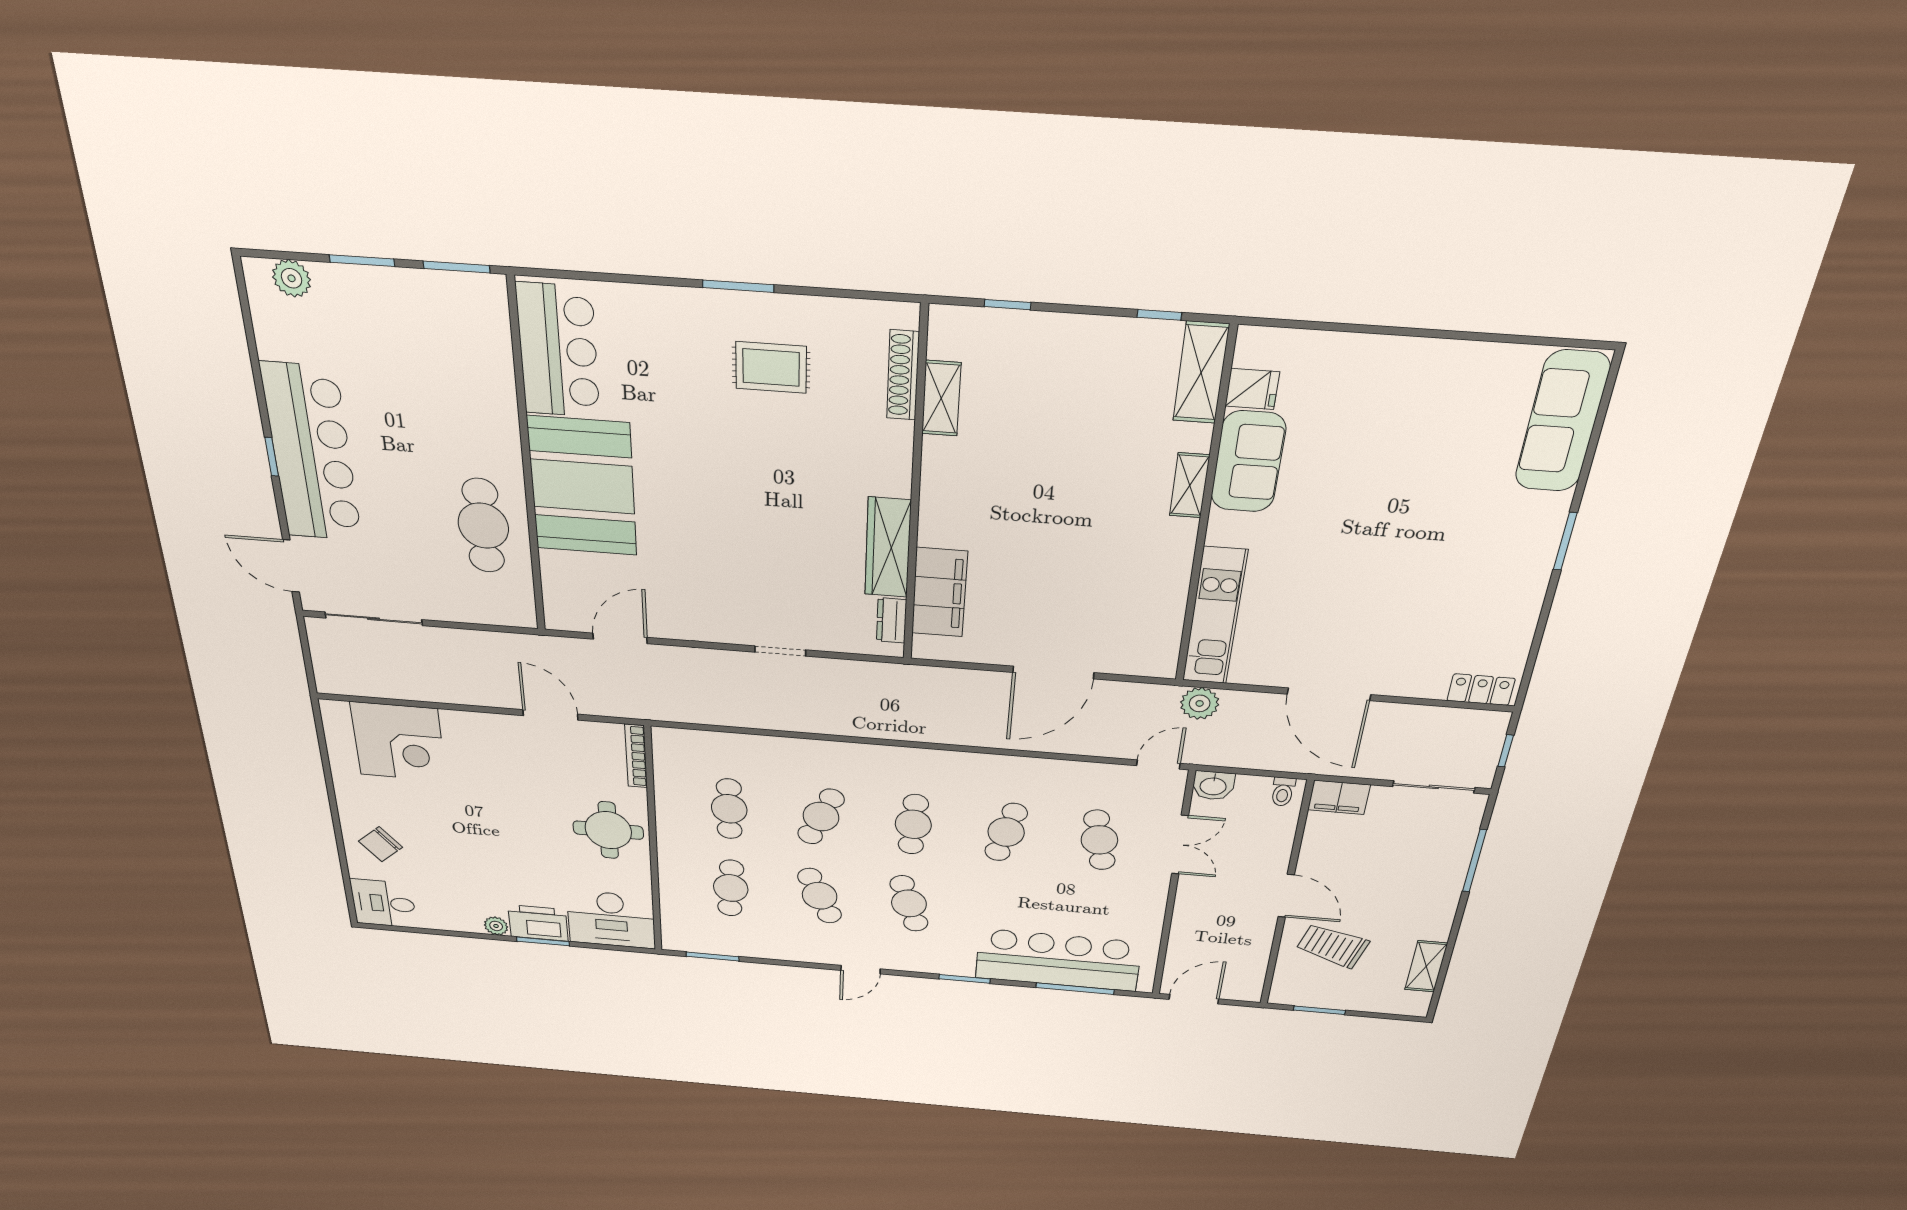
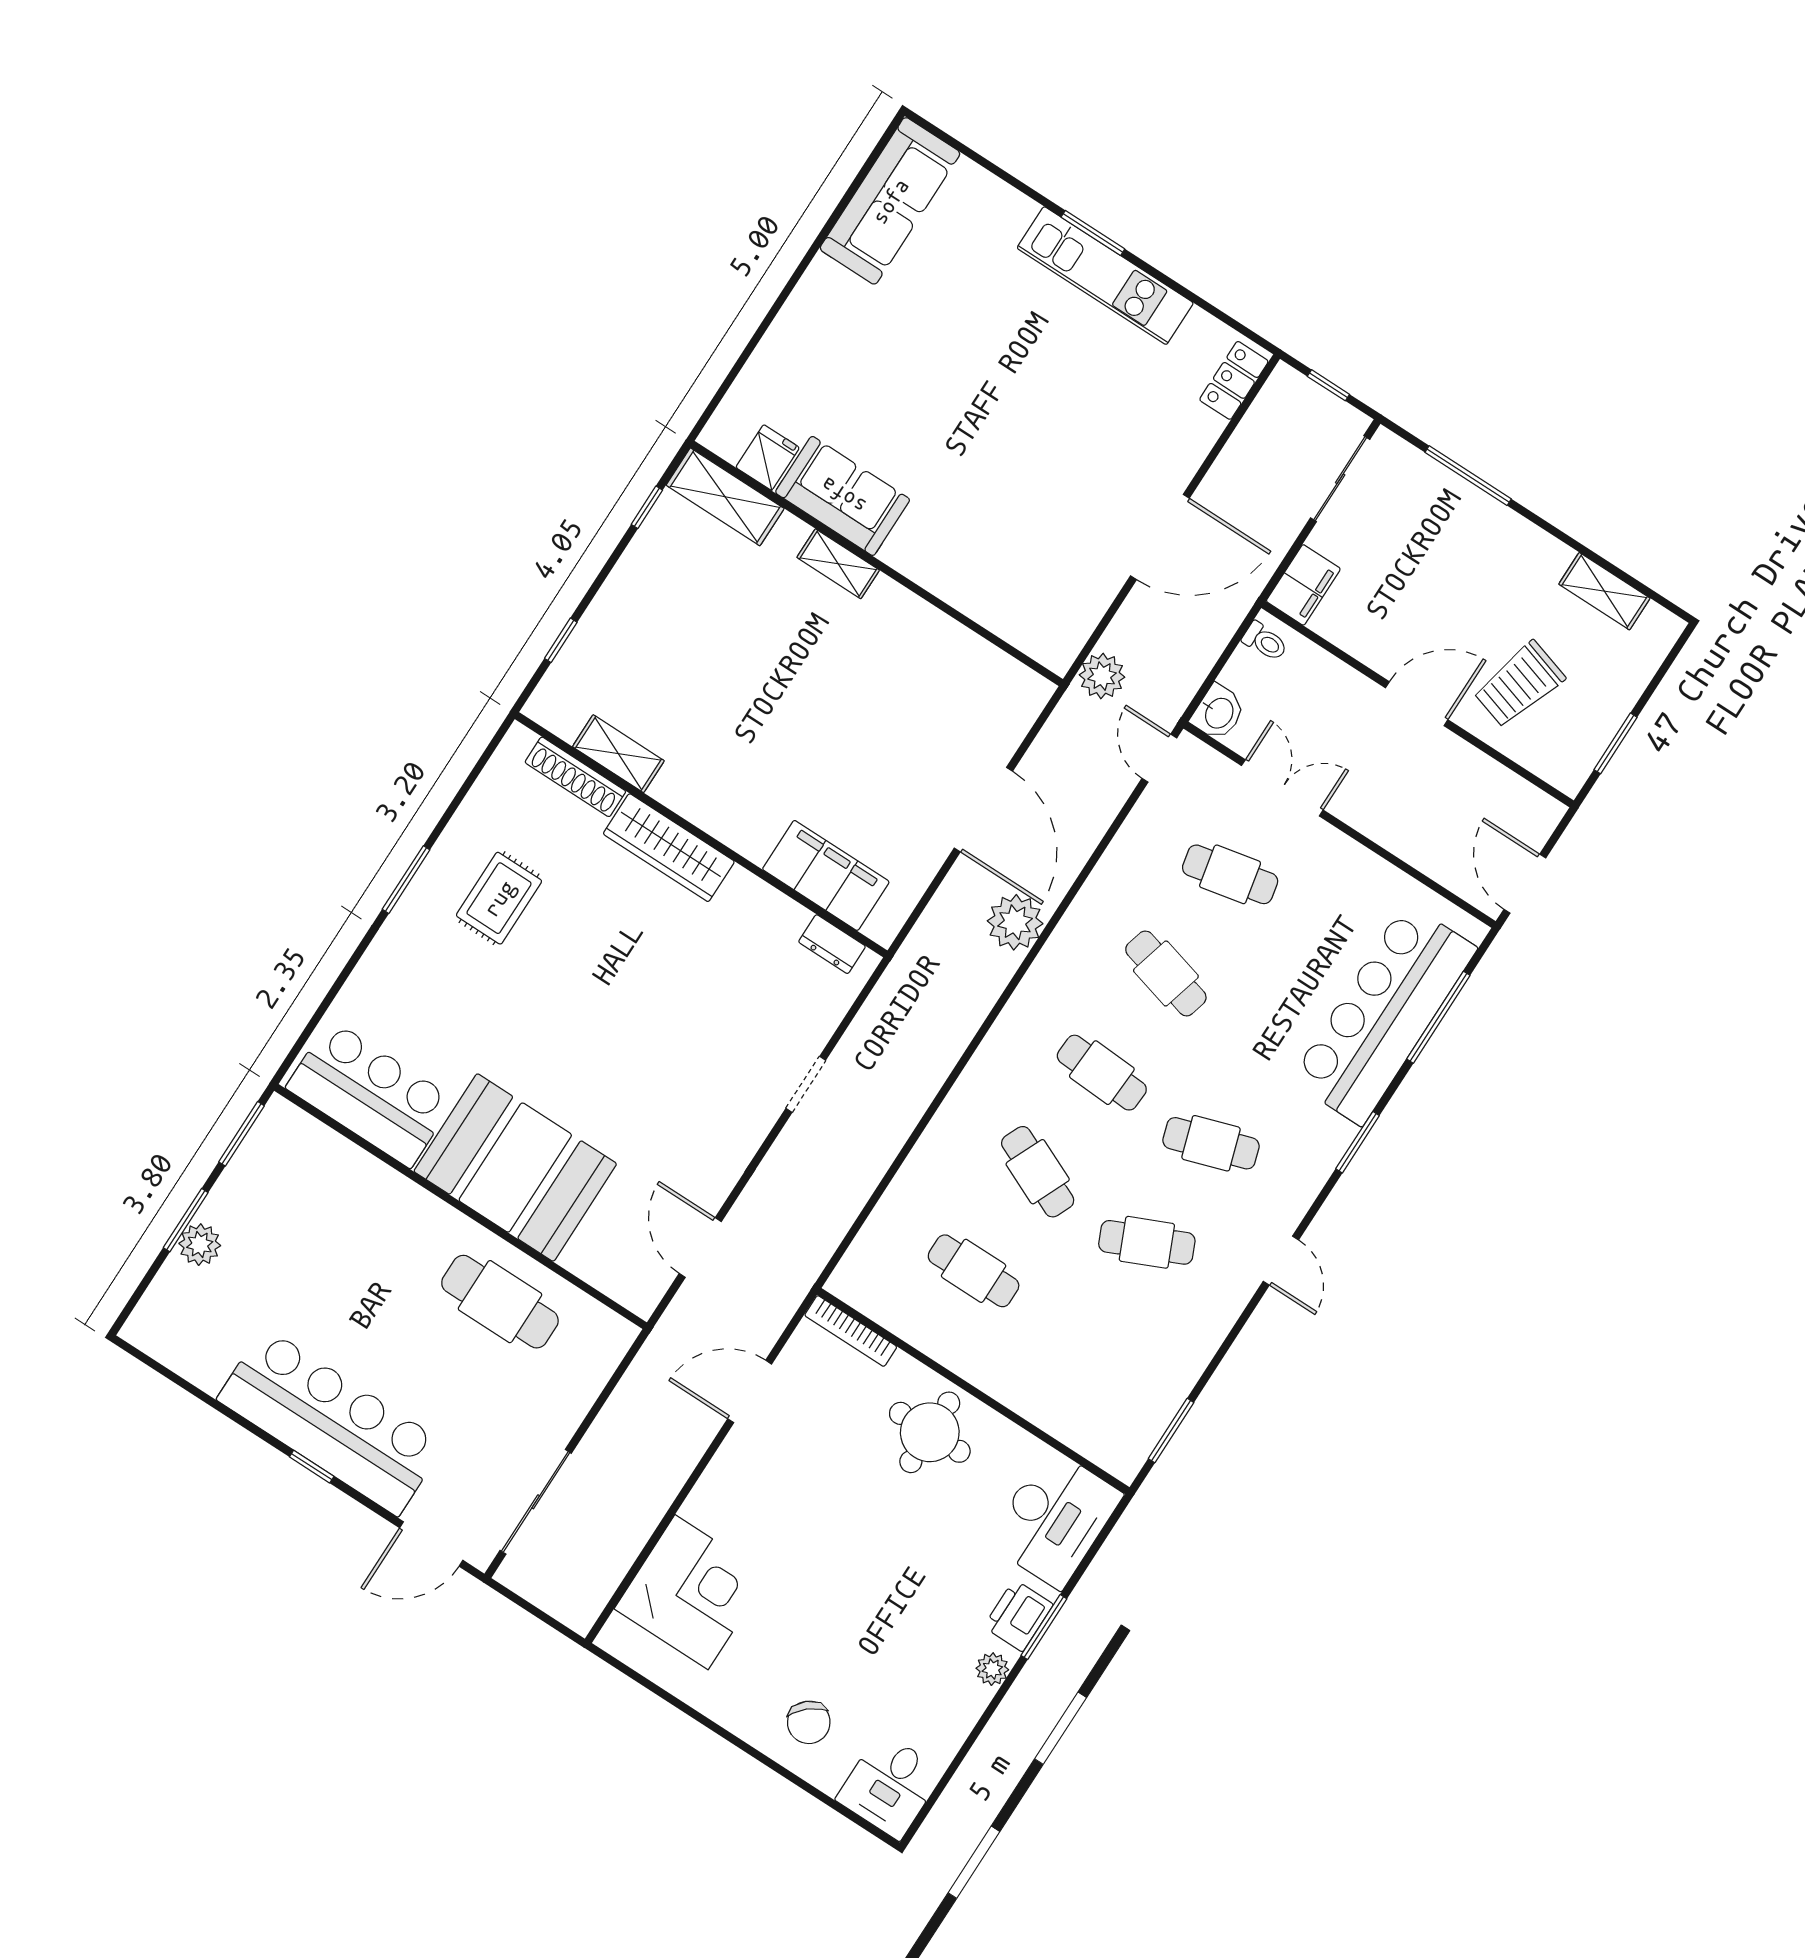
plant: (292, 278) -> (200, 1245), moved
sofa: (1562, 422) -> (890, 201), moved, turned -90
wardrobe: (888, 548) -> (669, 848), moved
kitchen unit: (1215, 616) -> (1105, 276), moved, turned 180
plant: (983, 728) -> (1015, 922), added
cafe table: (731, 888) -> (1083, 1341), removed
printer: (538, 923) -> (1018, 1615), width x0.73, depth x0.84

